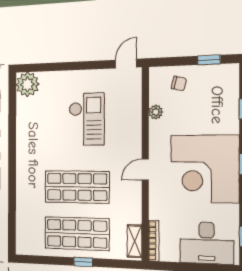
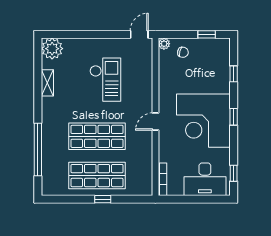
plant: (156, 112) -> (164, 44), moved
window: (12, 201) -> (38, 150), added
shelving: (135, 241) -> (47, 83), moved

